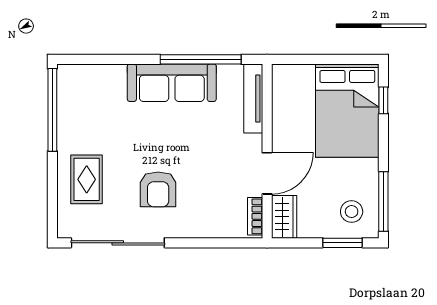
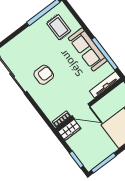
rug: (87, 179) -> (59, 27), moved, turned 90
armchair: (158, 189) -> (44, 75), turned 180
stool: (352, 211) -> (91, 154), removed

